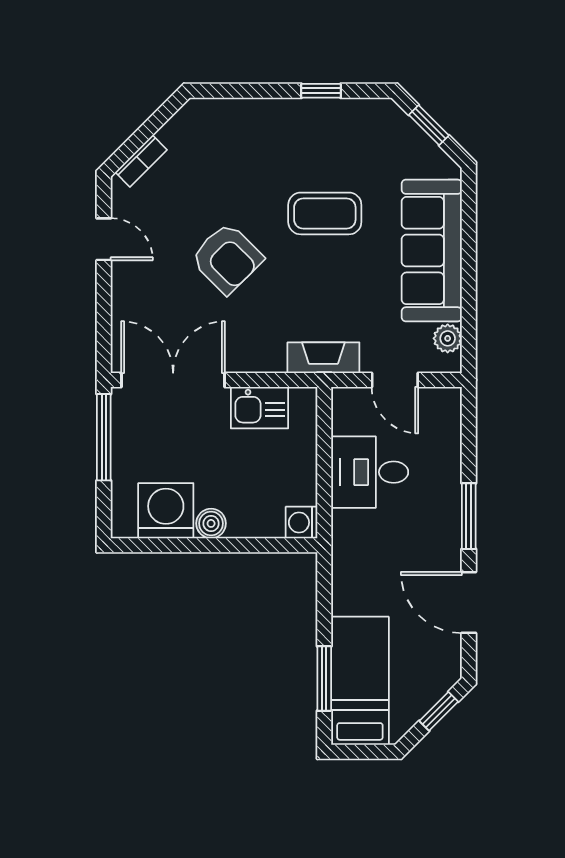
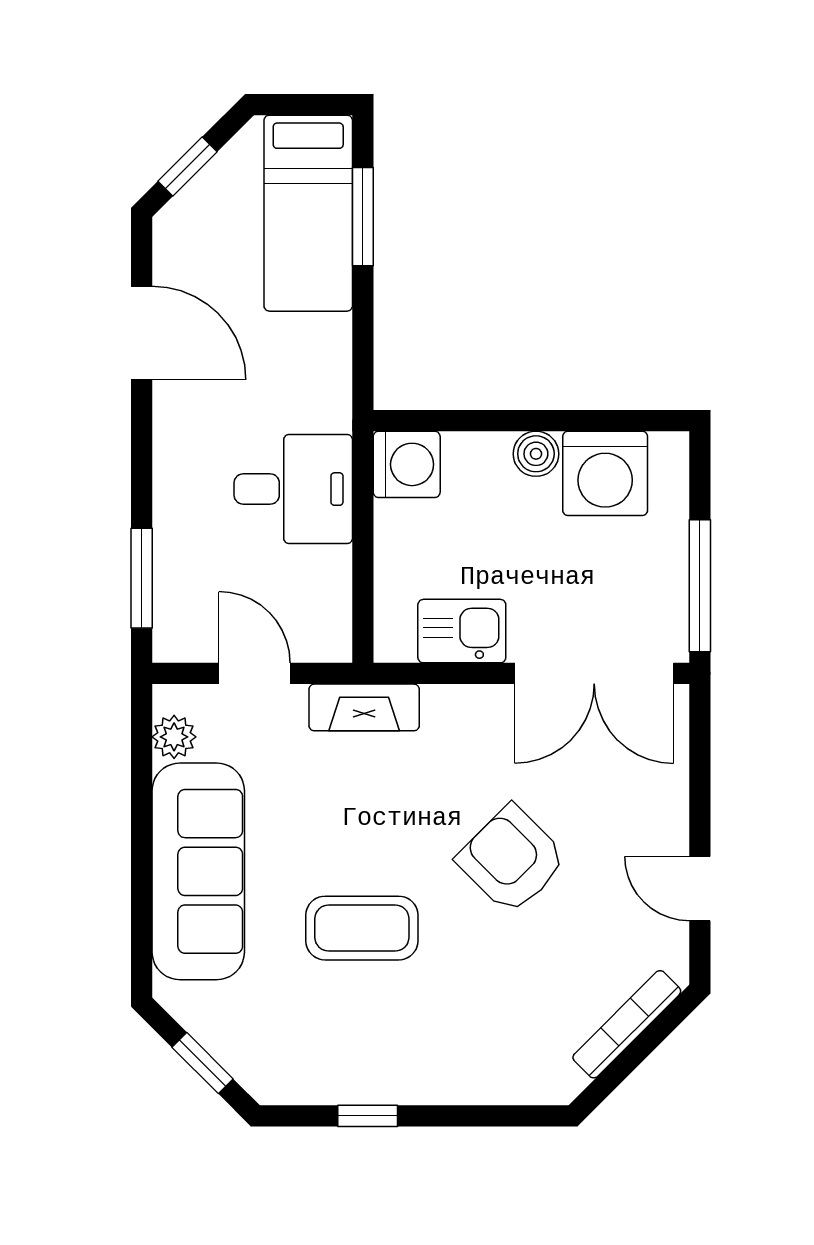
bookcase: (141, 161) -> (627, 1024), width x1.56
desk: (370, 472) -> (293, 489), moved
window: (469, 516) -> (142, 578), moved
washing machine: (301, 522) -> (407, 464), width x1.38, depth x1.38

